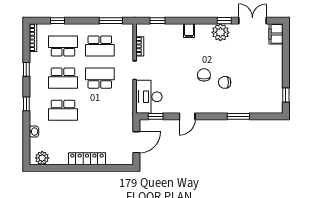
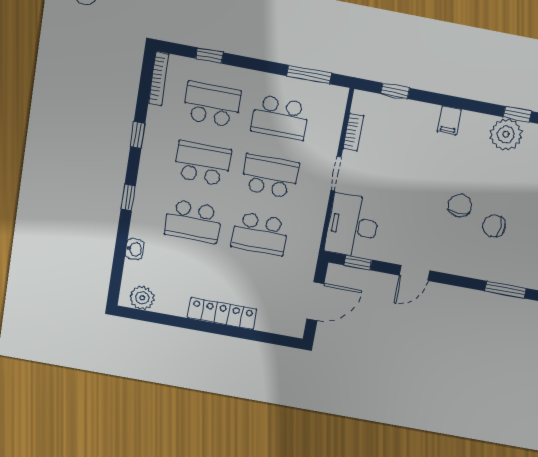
school desk: (63, 78) -> (202, 164), turned 180
school desk: (100, 110) -> (260, 234), added

